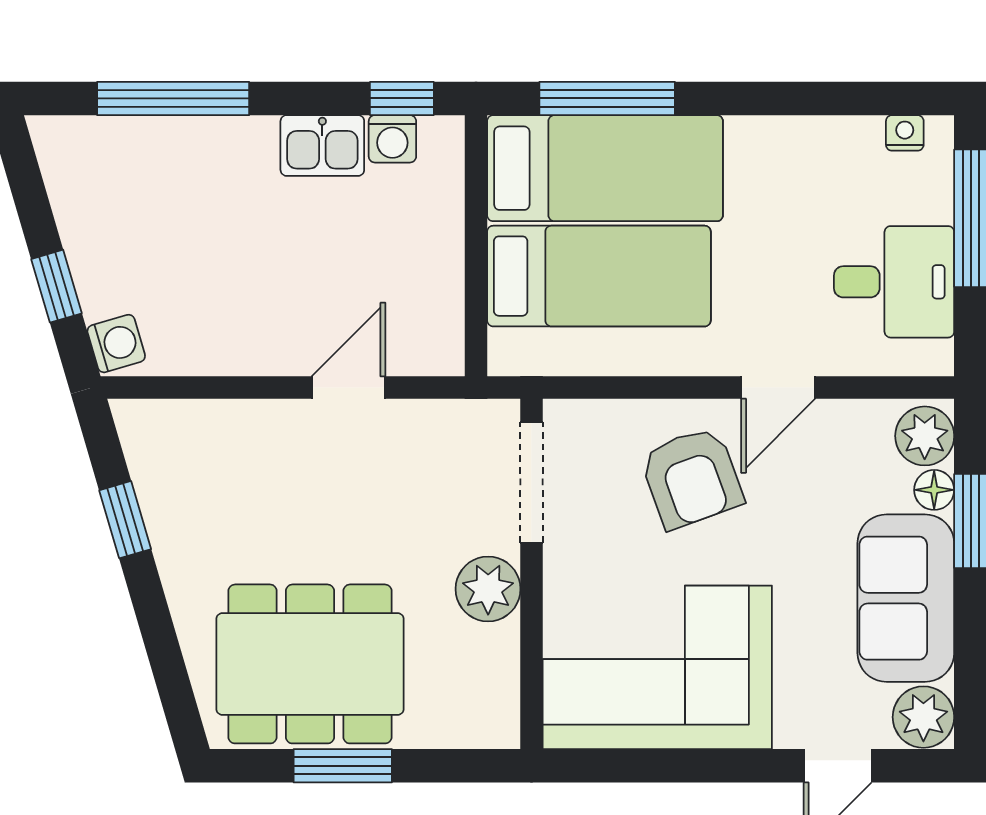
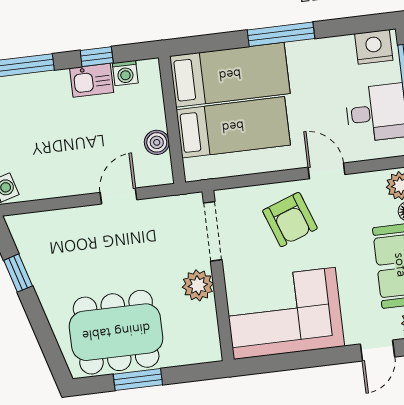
window: (402, 98) -> (97, 57), moved
window: (607, 98) -> (281, 34), moved
nightstand: (905, 133) -> (374, 47), width x1.89, depth x1.79
boiler: (440, 288) -> (157, 142), added
door: (778, 388) -> (327, 171), swing flipped

